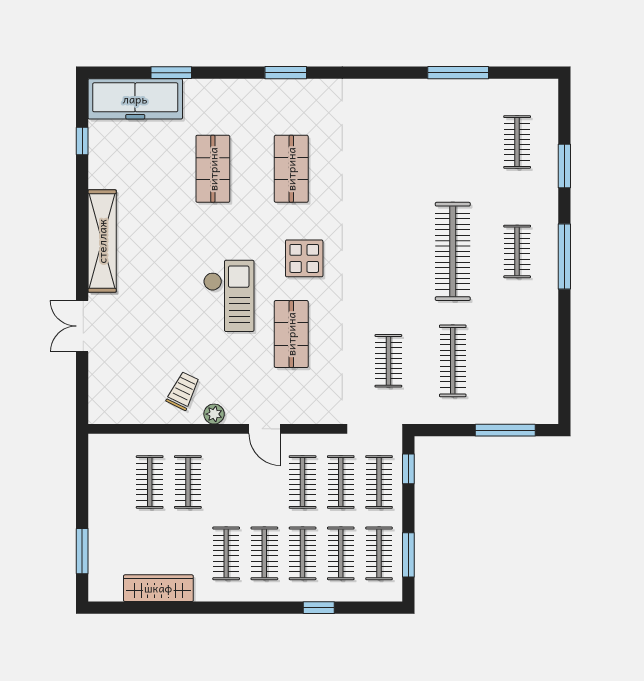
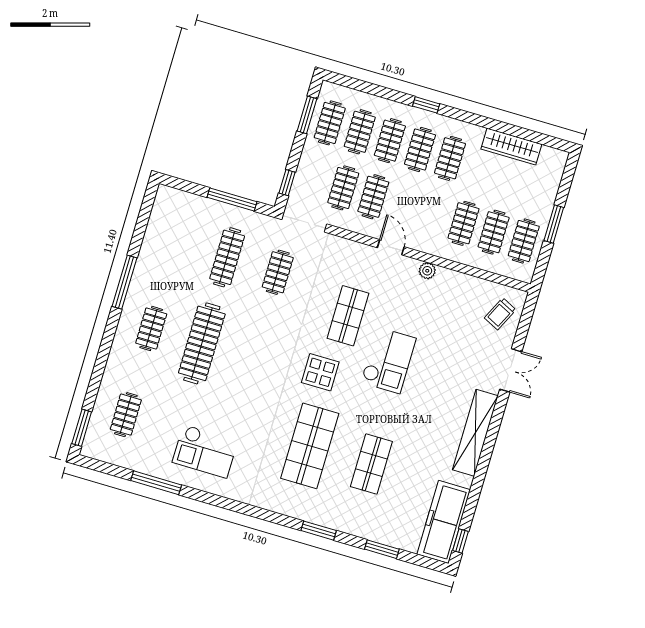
window: (286, 73) -> (319, 531), moved
freezer: (135, 99) -> (444, 522), moved, turned -90
checkout: (412, 126) -> (205, 451), added
window: (82, 141) -> (460, 541), moved
window: (564, 166) -> (82, 428), moved
shop shelf: (291, 169) -> (310, 446), width x1.43, depth x1.36
window: (564, 256) -> (125, 282), moved
checkout: (229, 296) -> (388, 360), turned 180
trolley: (183, 391) -> (500, 314), moved
window: (505, 430) -> (232, 200), moved
clothes rail: (379, 482) -> (524, 241), moved
window: (82, 551) -> (554, 224), moved
window: (319, 608) -> (426, 105), moved

